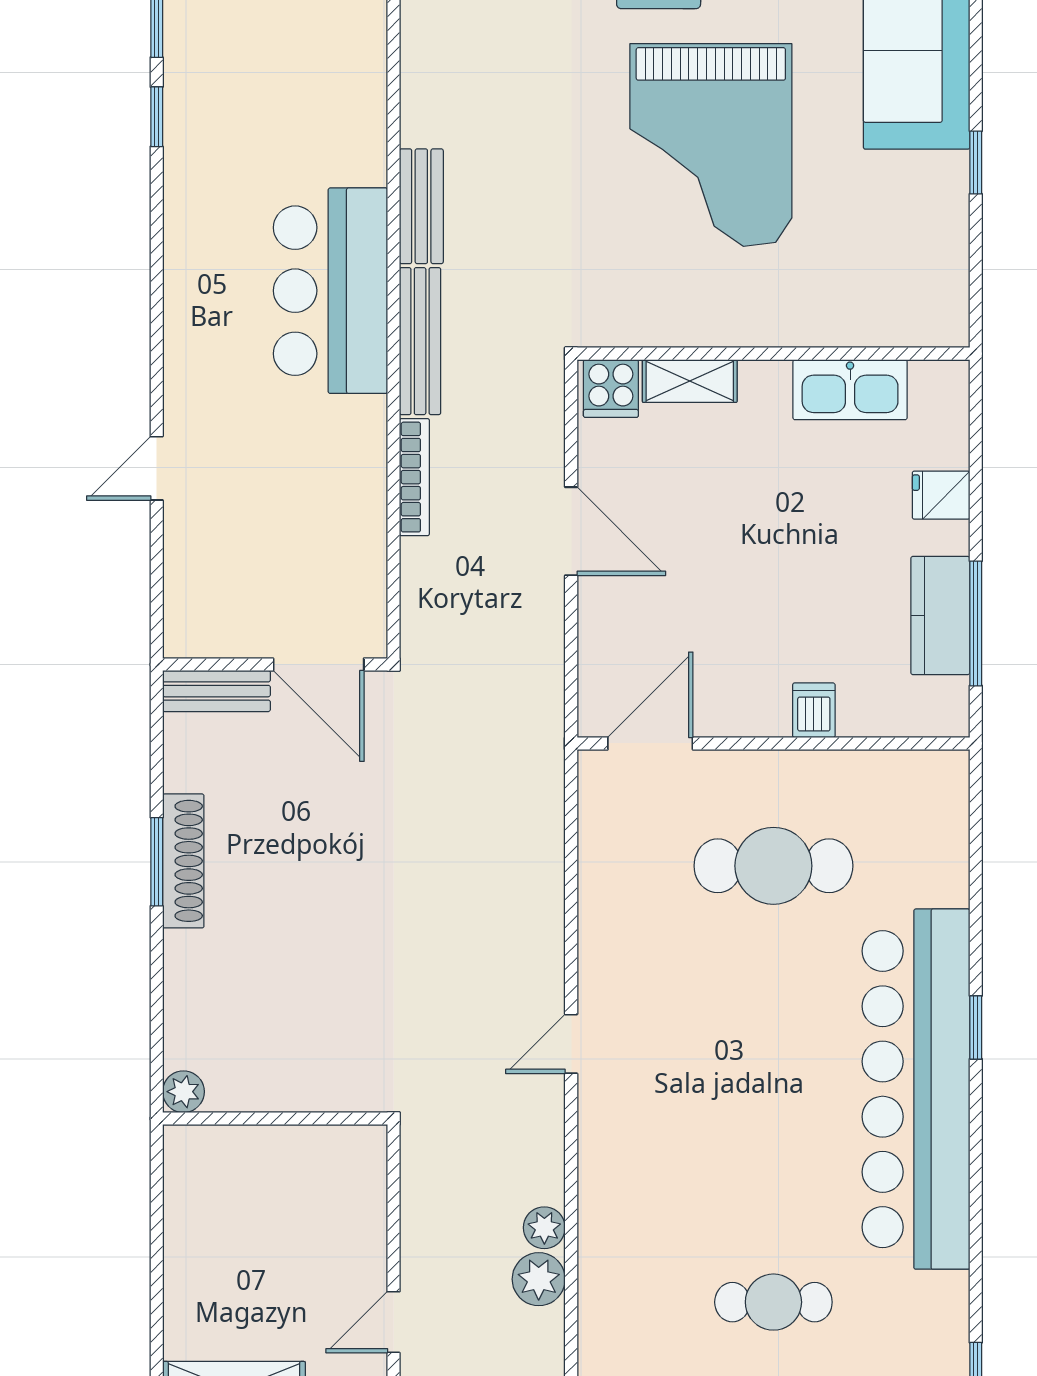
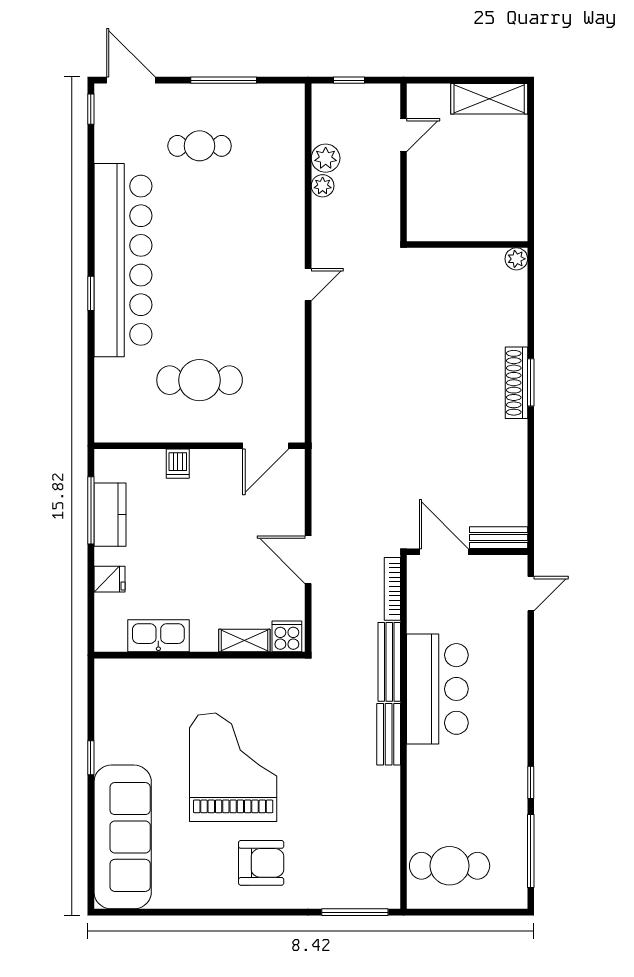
wall: (275, 665) -> (467, 552), moved
door: (319, 665) -> (444, 552), moved
bench: (216, 691) -> (499, 538), moved

